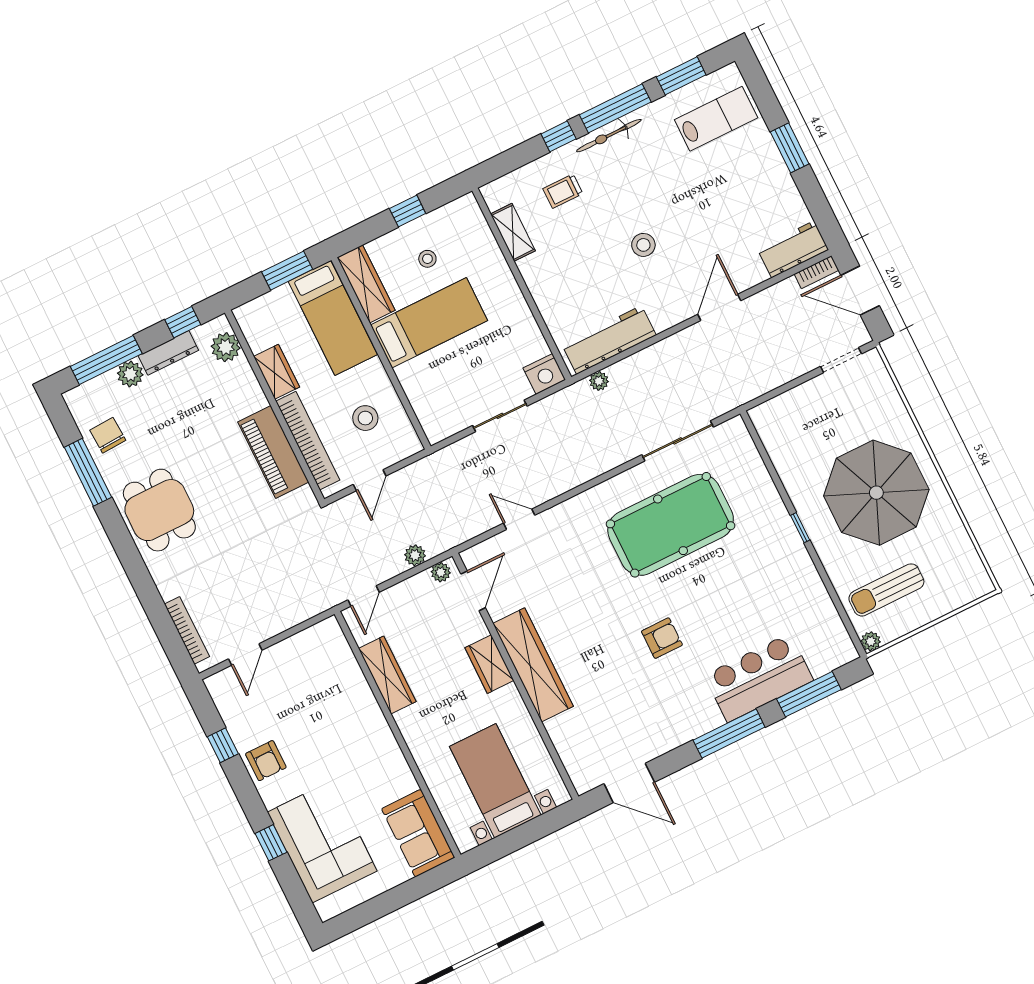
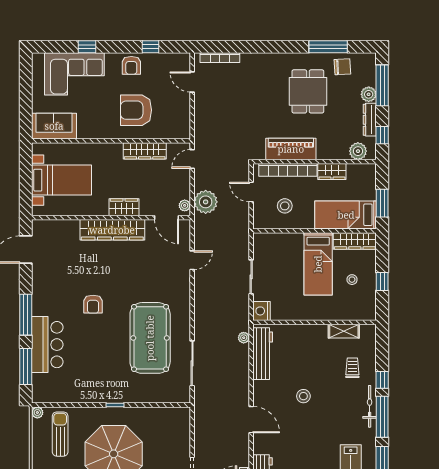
dining table: (159, 510) -> (308, 91), moved, turned 90
plant: (415, 555) -> (206, 202), width x1.88, depth x1.88
door: (364, 596) -> (192, 159), hinge flipped
armchair: (331, 719) -> (136, 110), added
armchair: (266, 761) -> (131, 65), turned -90

